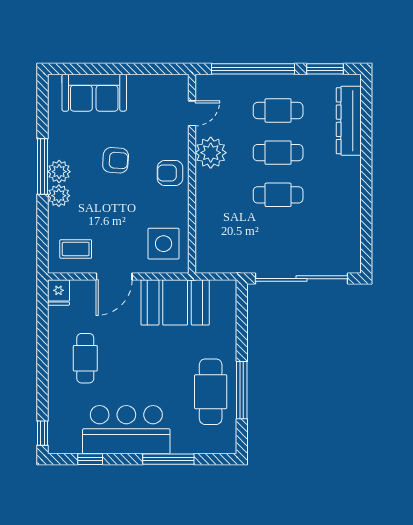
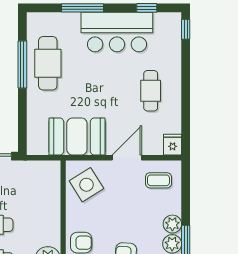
side table: (164, 244) -> (86, 185), turned -32

